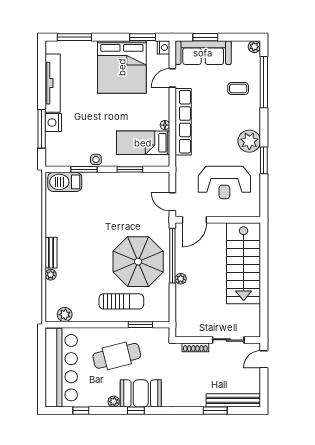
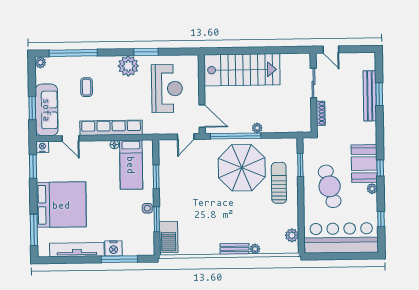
bed: (122, 67) -> (61, 205), moved
coffee table: (238, 88) -> (87, 87), moved
bench: (233, 400) -> (370, 96), moved

